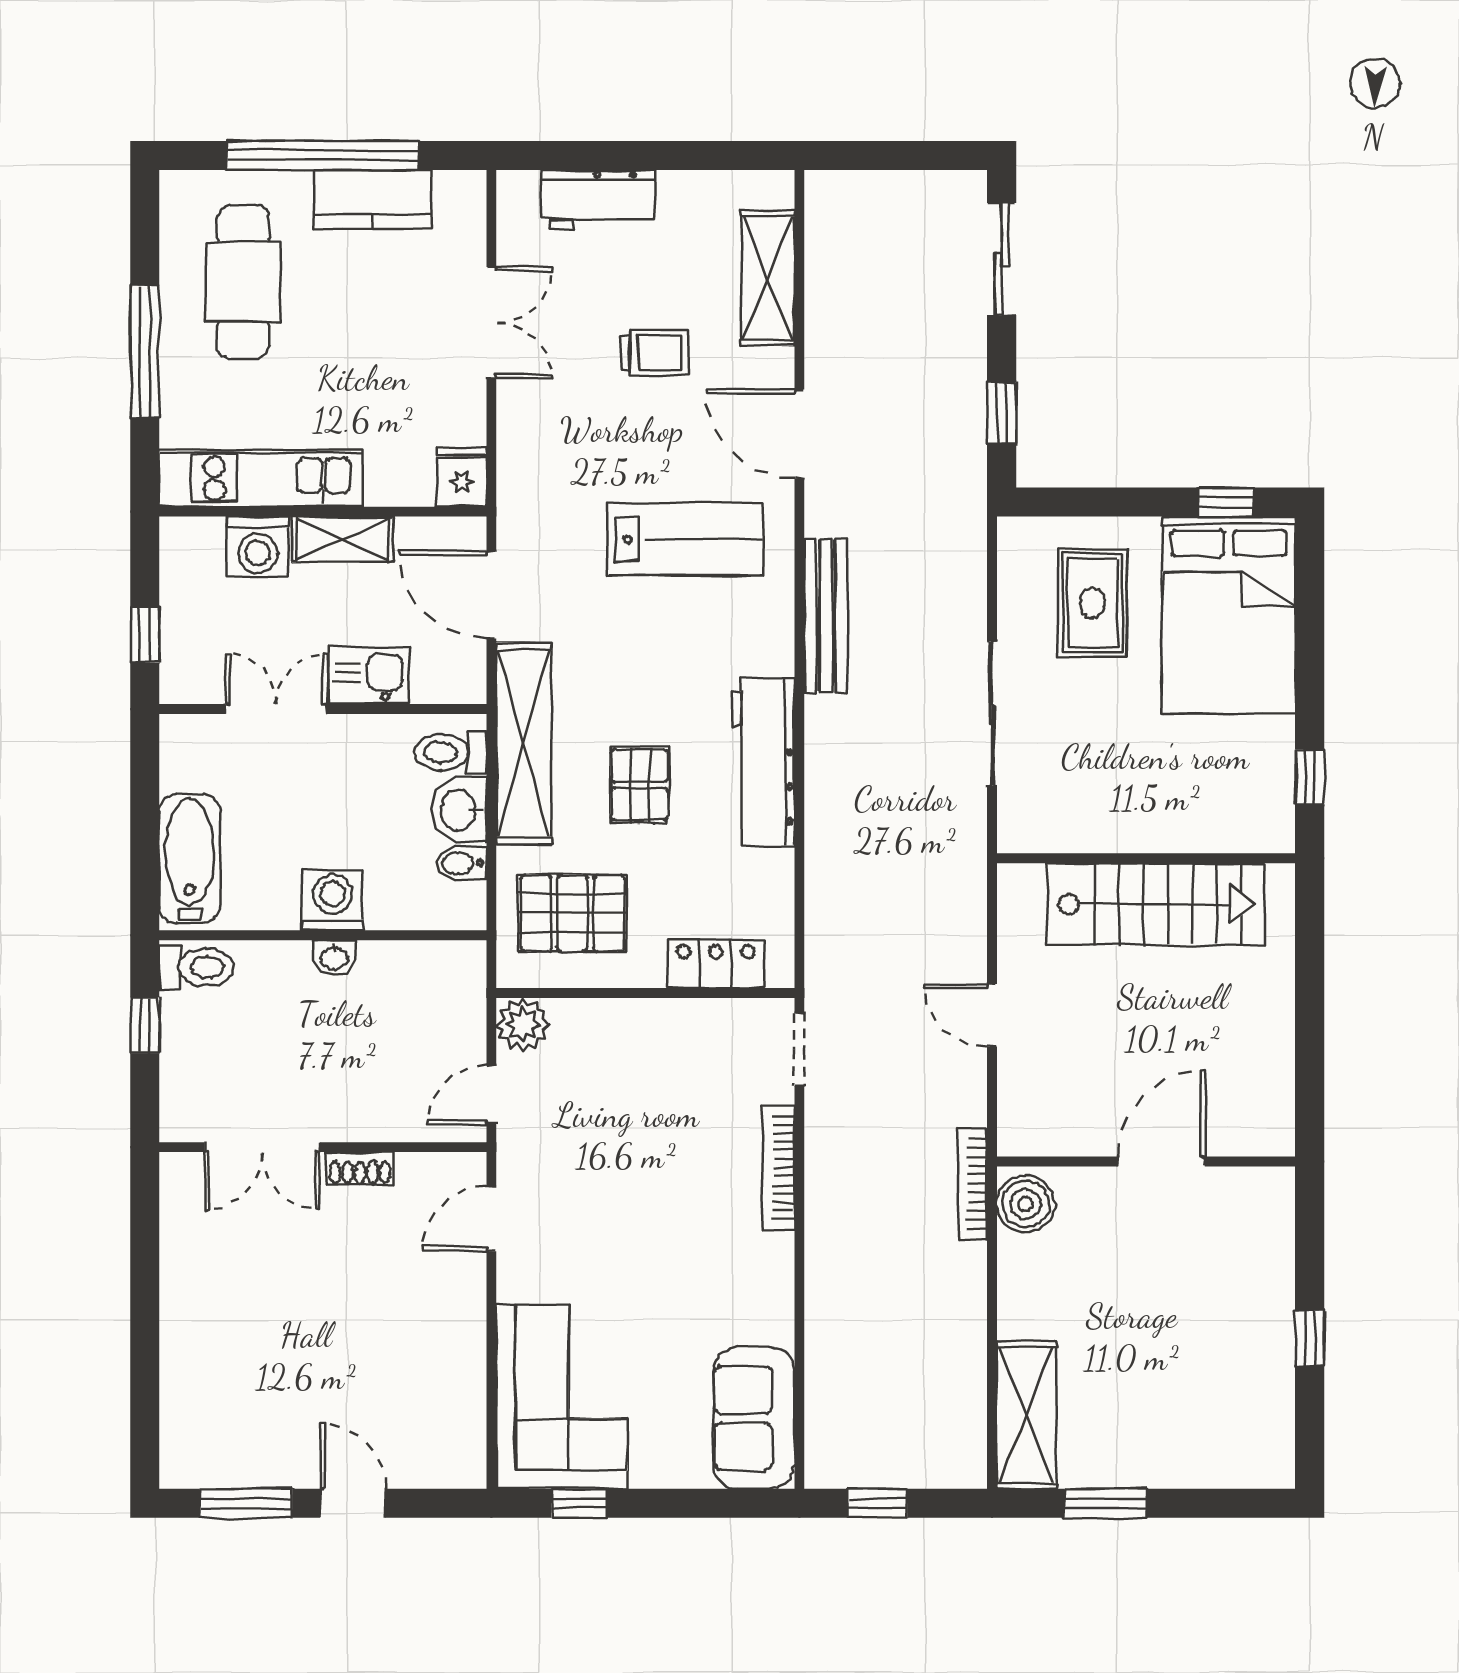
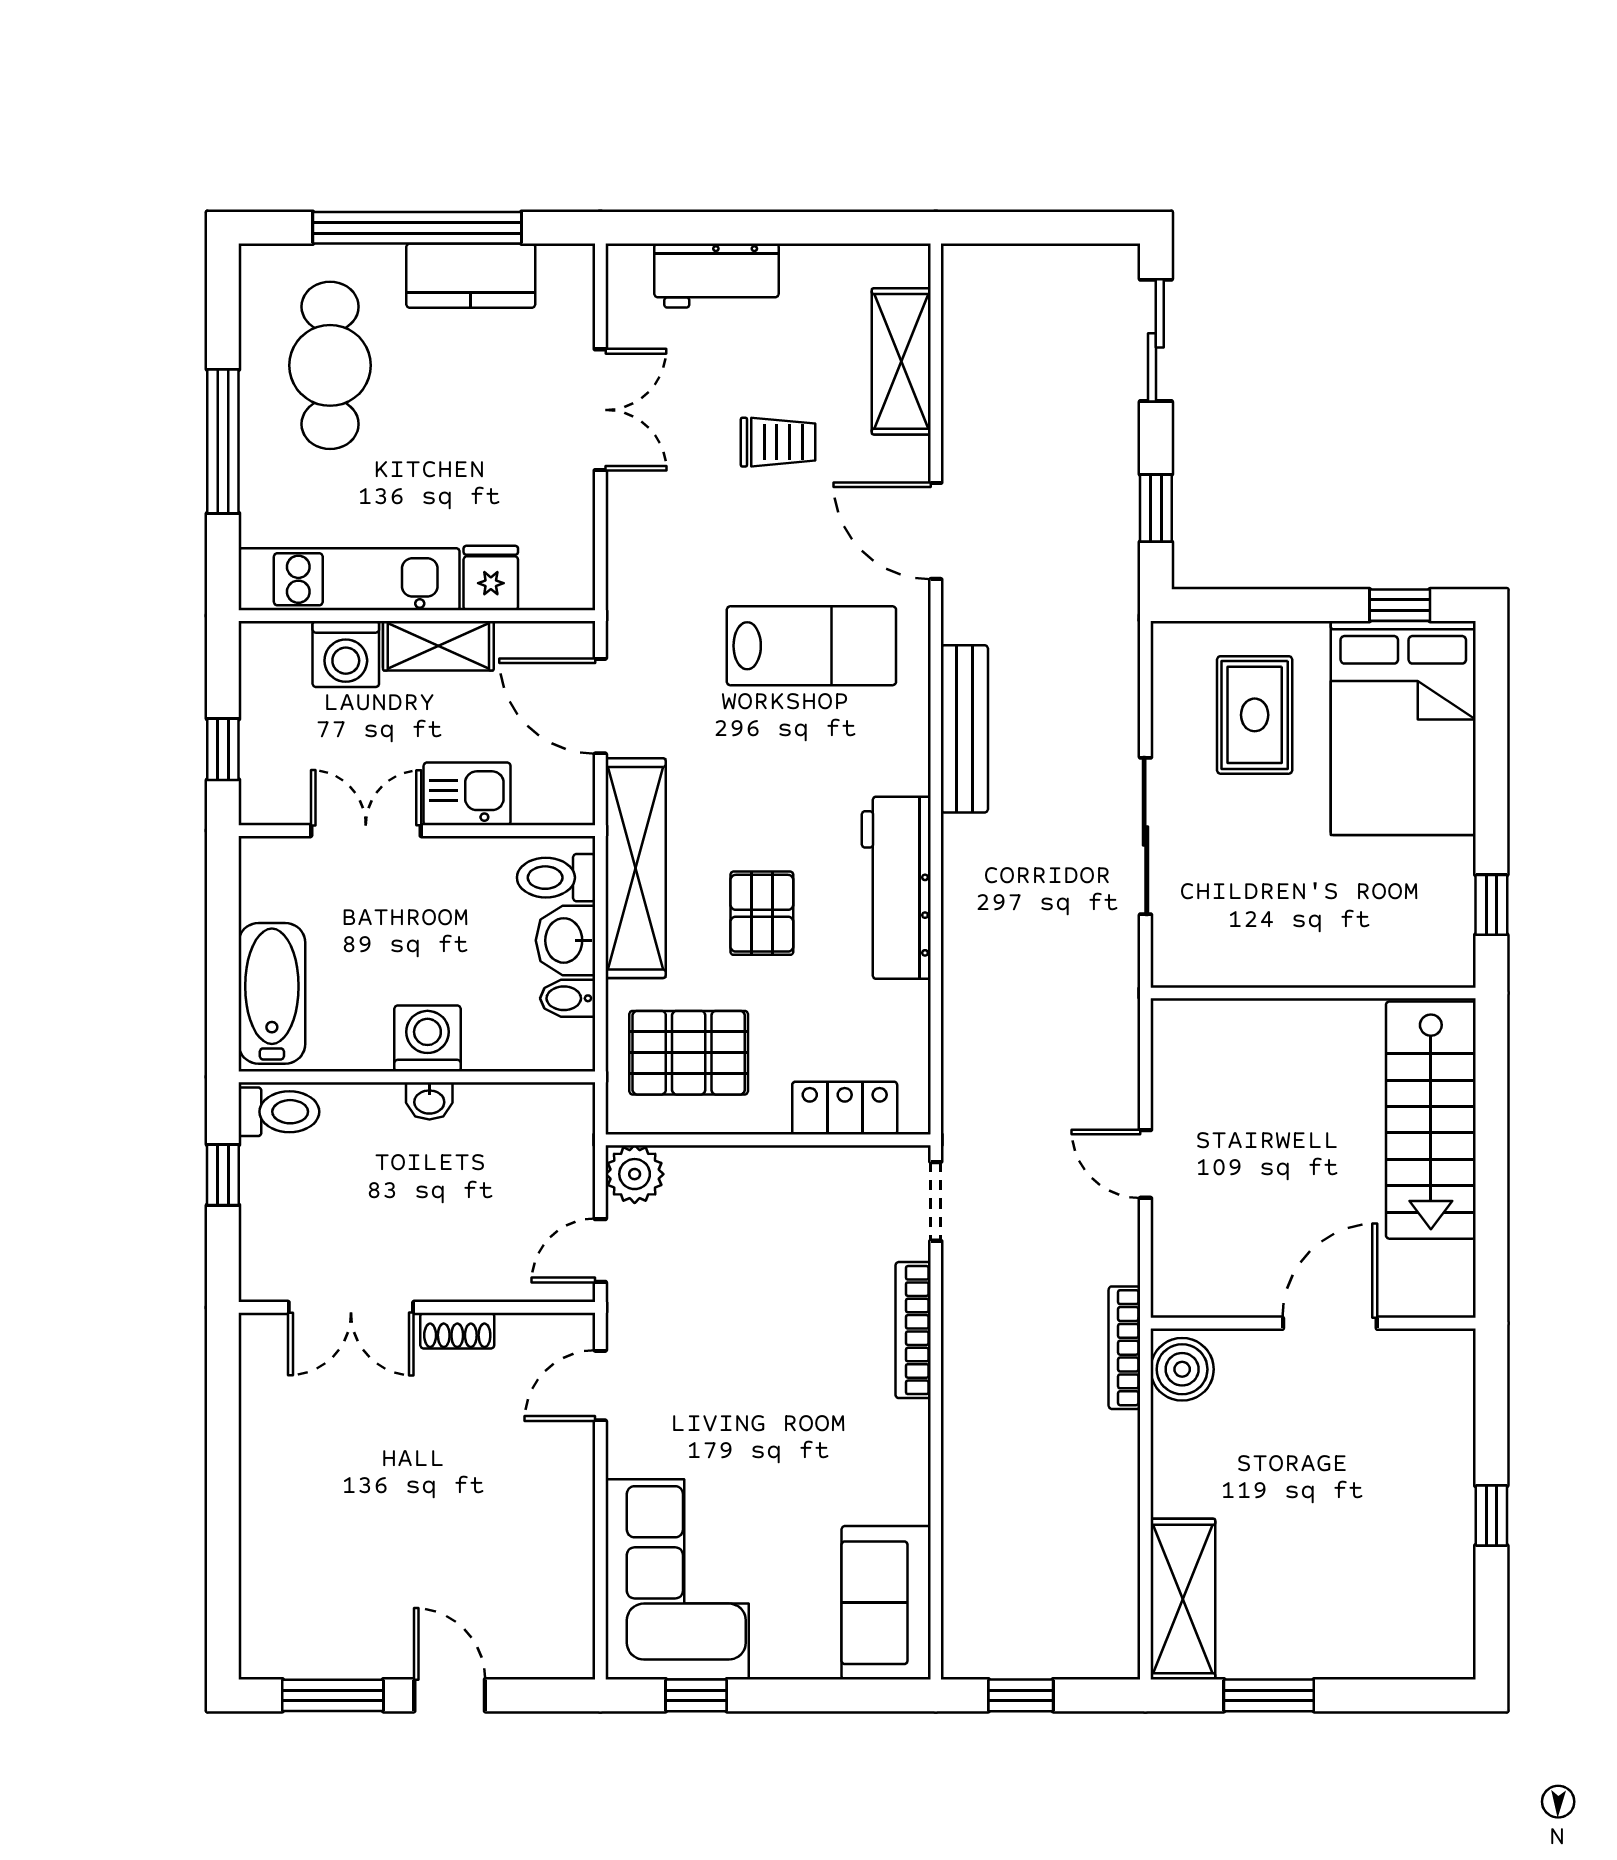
fridge: (462, 477) -> (491, 578), moved
stairs: (1156, 904) -> (1431, 1120), moved, turned 90

